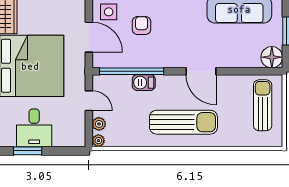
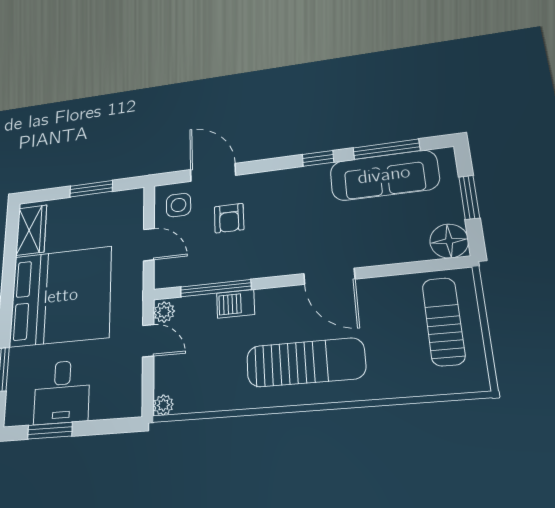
armchair: (142, 25) -> (229, 218), turned 180
door: (89, 37) -> (149, 245), width x0.73
window: (132, 71) -> (216, 288), width x0.68
plant: (99, 124) -> (164, 312), moved

